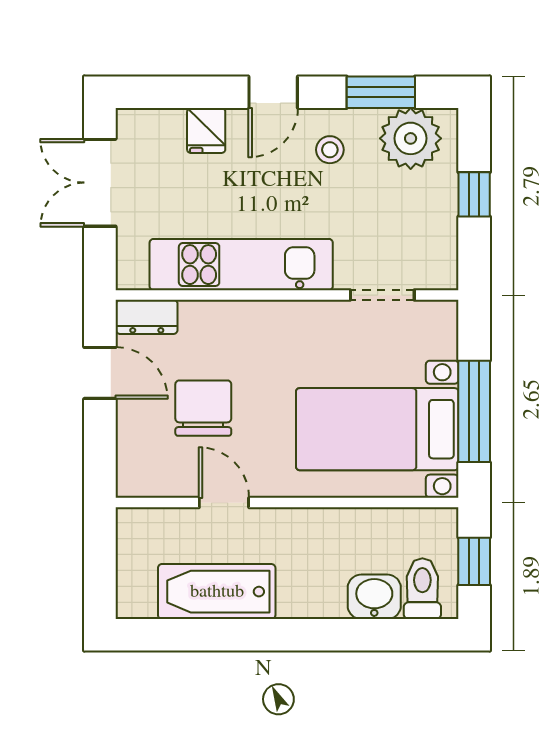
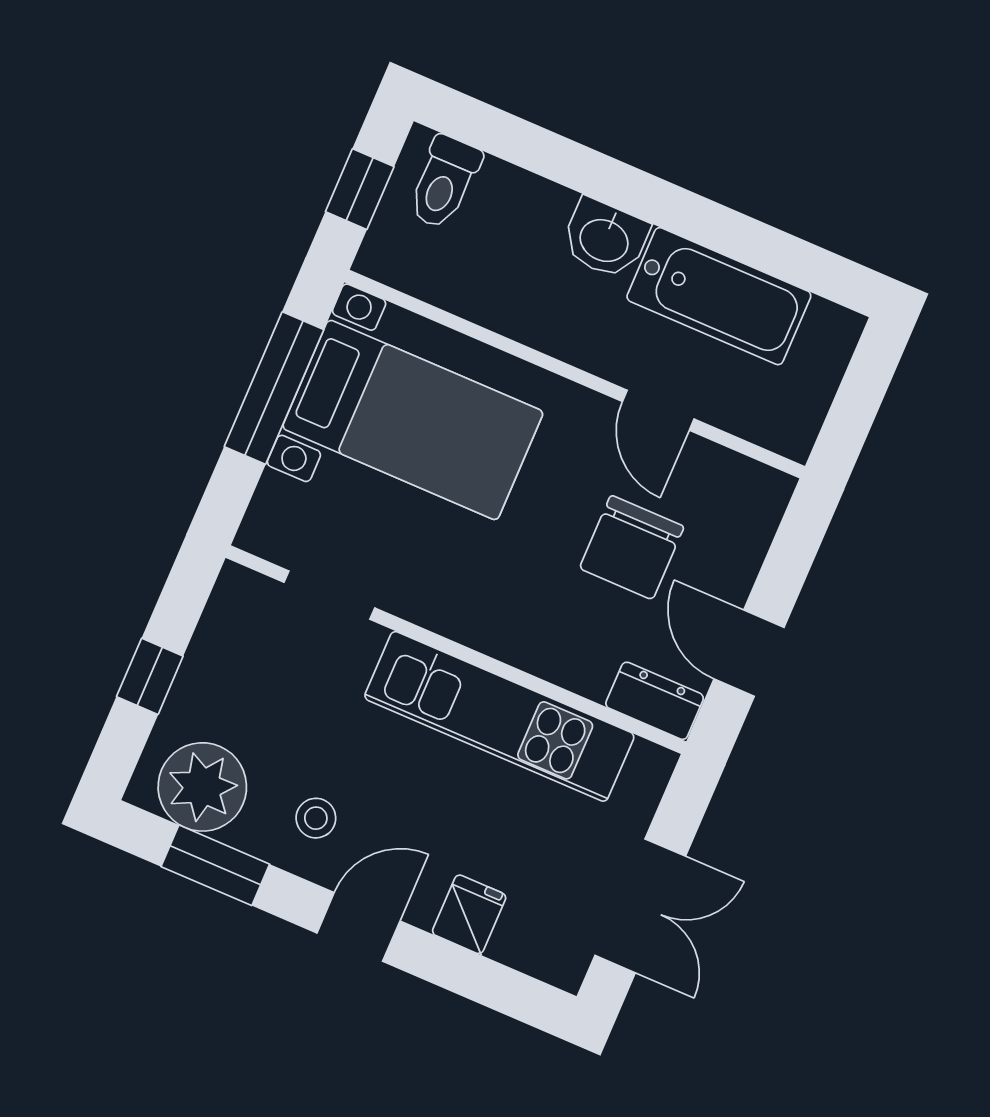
washbasin: (374, 597) -> (605, 239), moved

